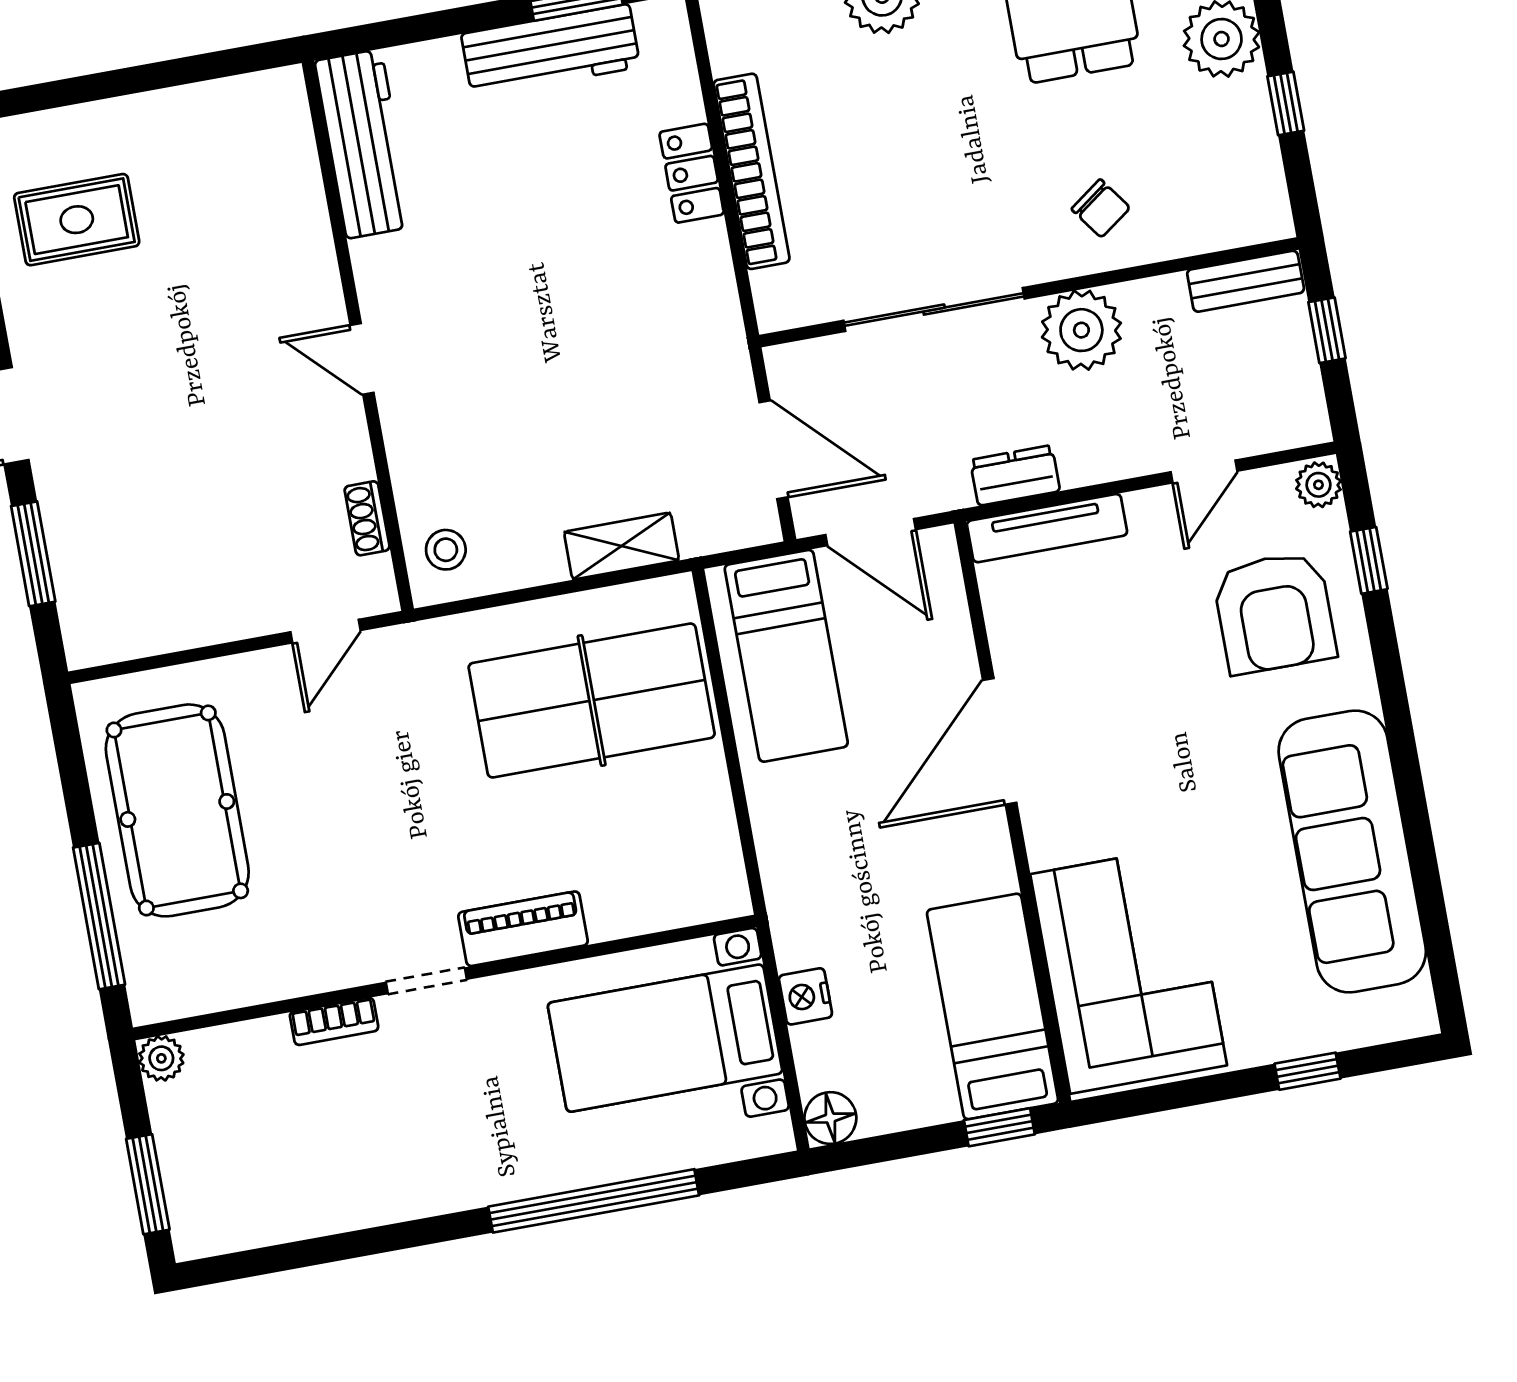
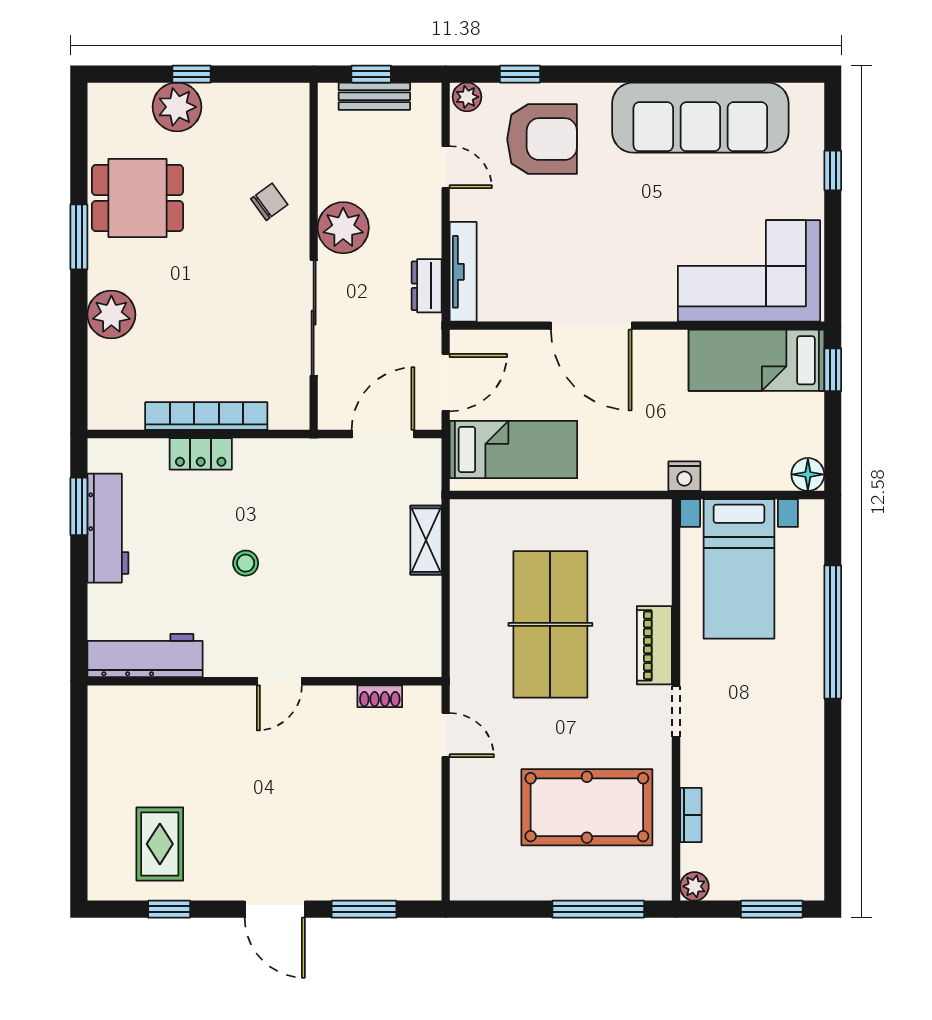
window: (1286, 103) -> (192, 74), moved
bench: (1246, 281) -> (374, 96), moved, turned 90
stool: (446, 550) -> (246, 563), moved
table tennis table: (592, 700) -> (550, 624), moved
pool table: (177, 810) -> (587, 807), moved
nightstand: (805, 996) -> (684, 476), moved
bookcase: (334, 1021) -> (691, 815), moved

